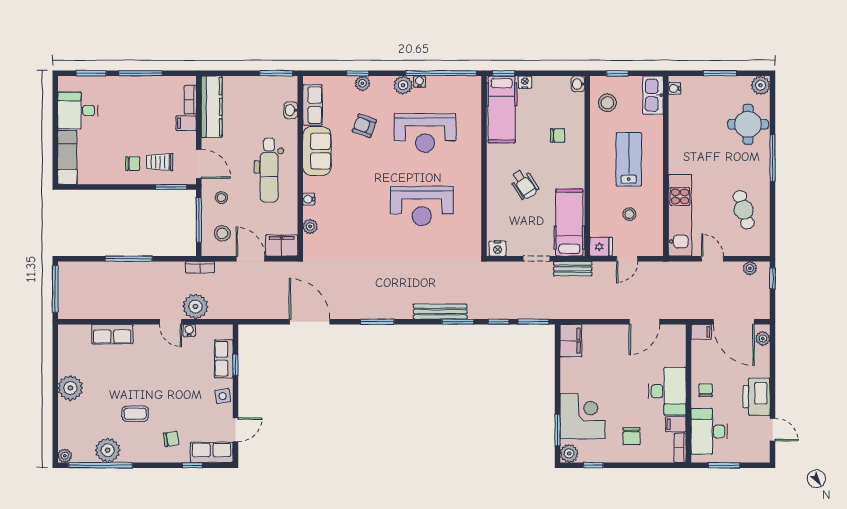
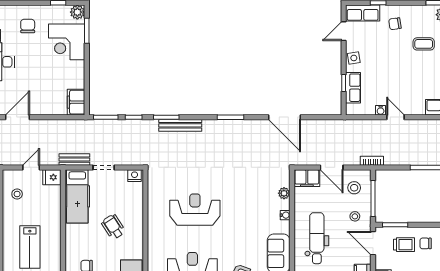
stool: (629, 214) -> (17, 194), moved
plant: (195, 306) -> (376, 129), removed

